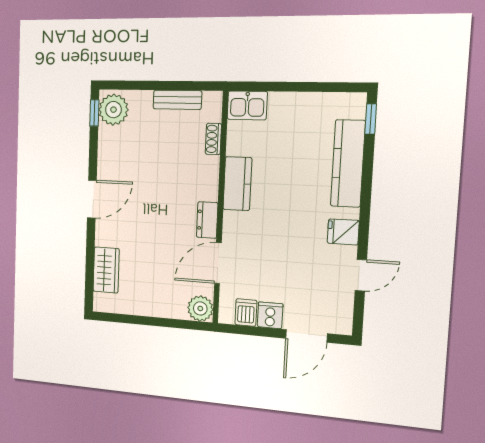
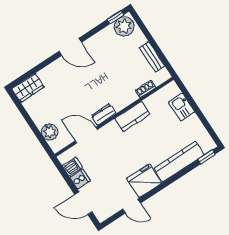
kitchen sink: (247, 105) -> (182, 107), moved
fridge: (343, 232) -> (144, 181), width x1.88, depth x1.34
wardrobe: (106, 270) -> (28, 88), moved
plant: (200, 308) -> (50, 132), moved

